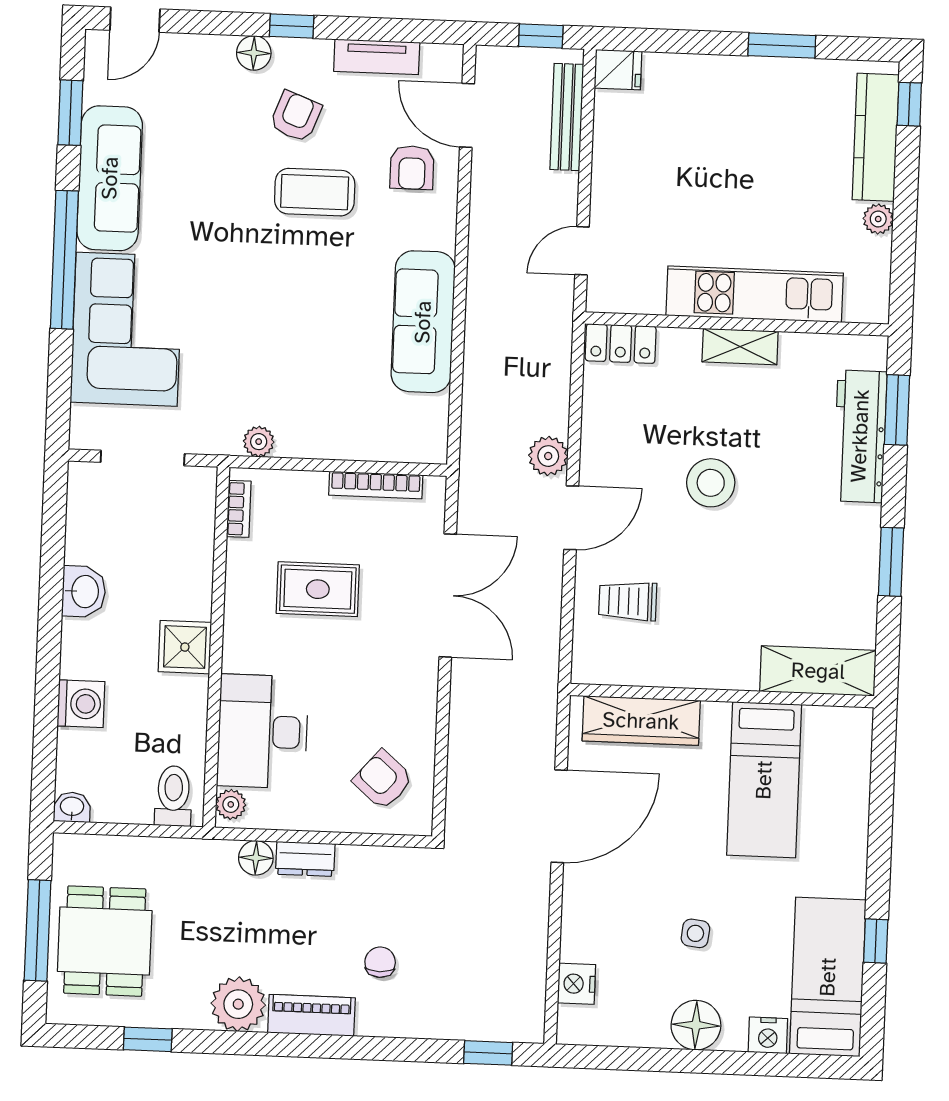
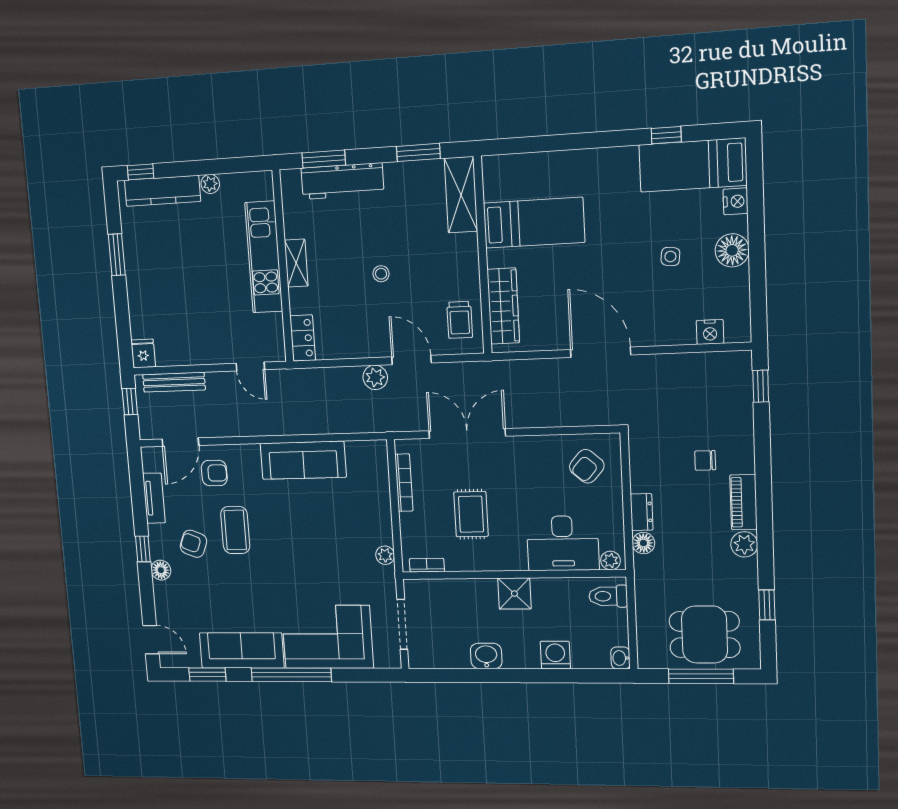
stool: (711, 483) -> (381, 274), width x0.53, depth x0.53
shelving: (818, 671) -> (461, 195), moved
wall: (722, 696) -> (483, 255), moved
wardrobe: (641, 721) -> (503, 306), moved
bed: (764, 780) -> (534, 223), moved
plant: (238, 1004) -> (744, 544), width x0.73, depth x0.73

